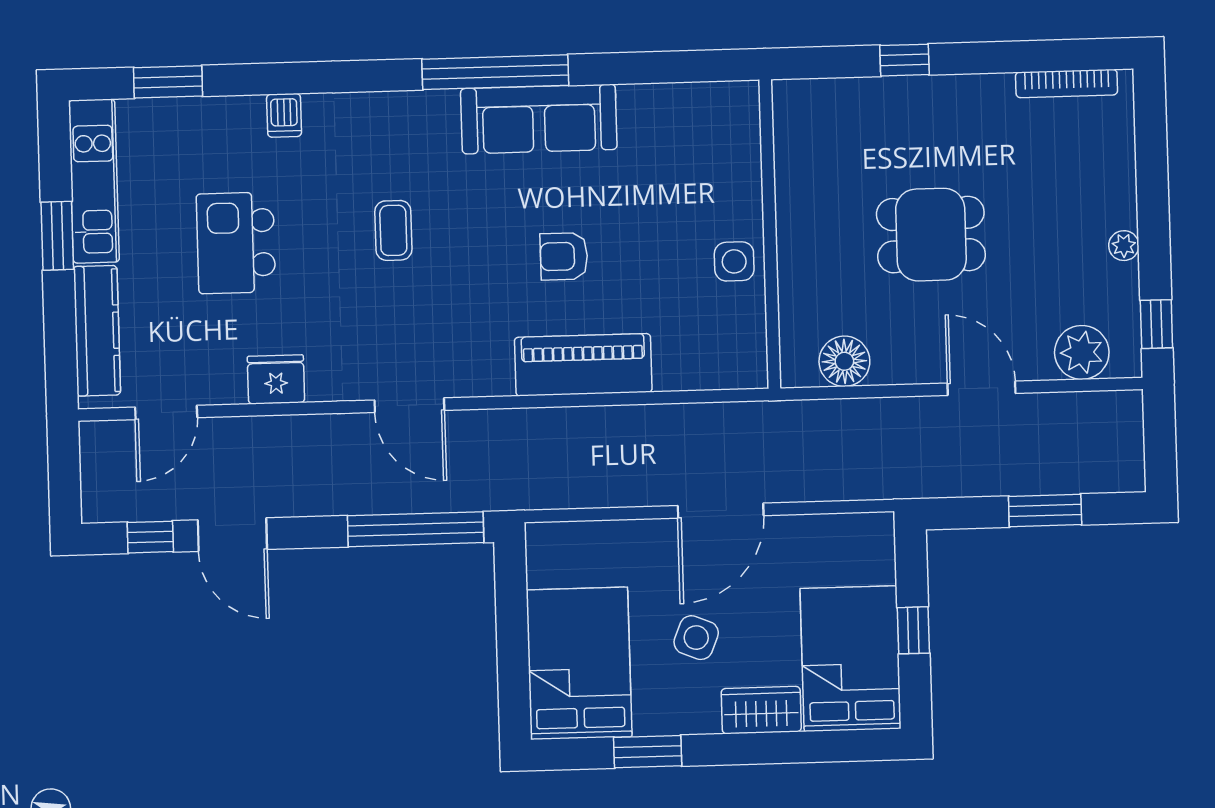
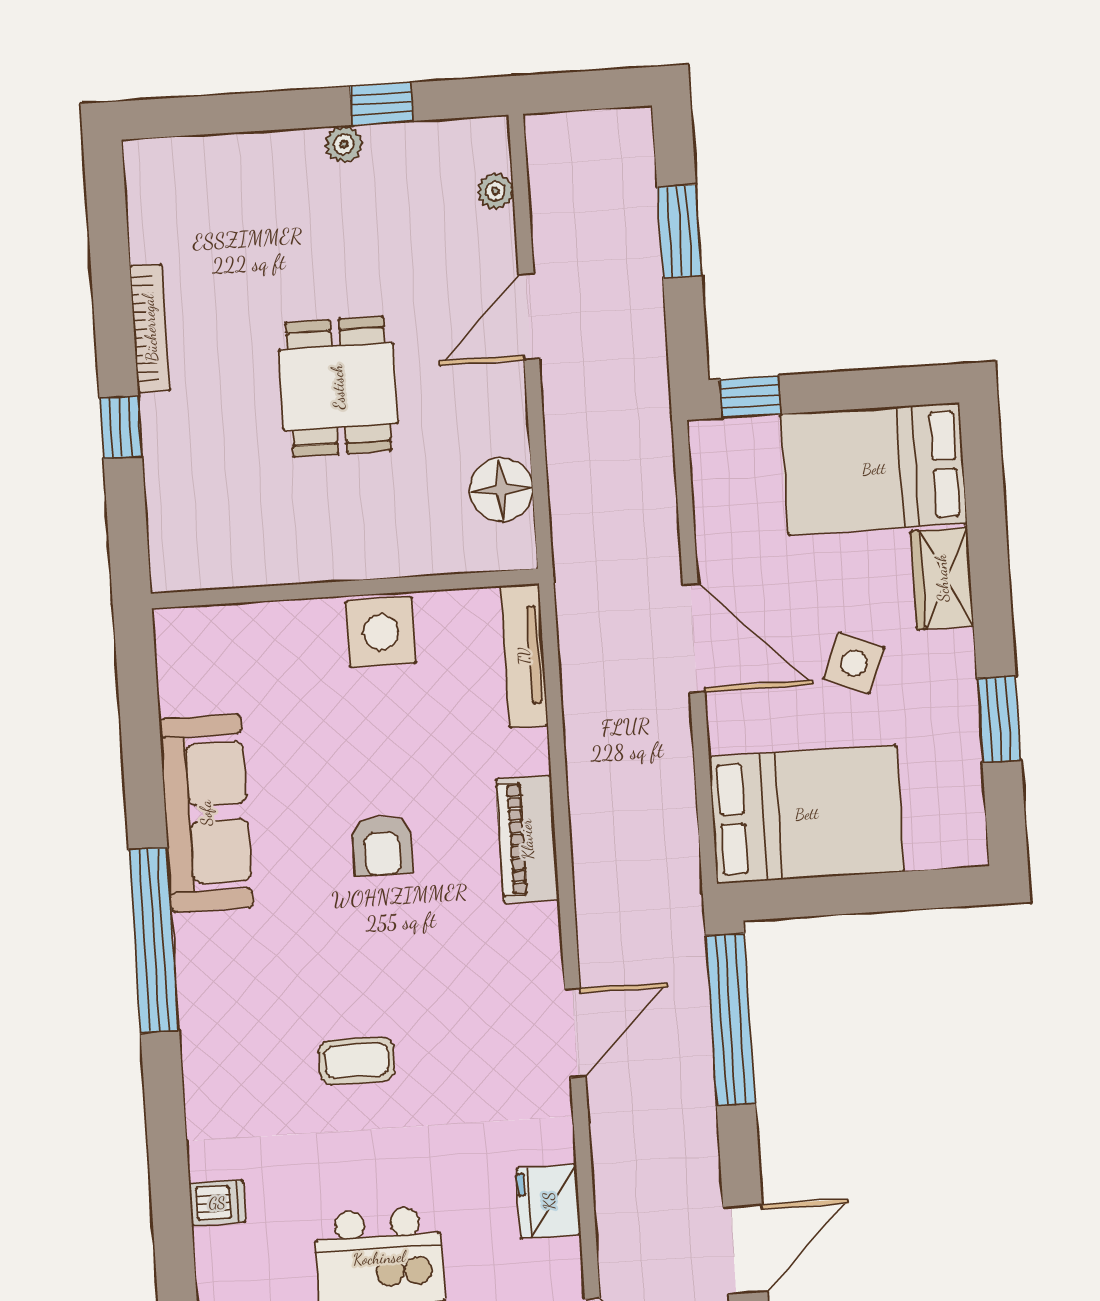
bookcase: (1067, 83) -> (150, 328), moved
sofa: (539, 119) -> (206, 813), moved
side table: (734, 261) -> (381, 632), width x1.37, depth x1.37
window: (1156, 324) -> (382, 104), moved
plant: (1082, 352) -> (495, 191), width x0.53, depth x0.53
piano: (583, 365) -> (527, 839), width x0.73, depth x0.75
tv unit: (711, 375) -> (524, 656), added
window: (913, 630) -> (750, 397), moved
bed: (579, 663) -> (807, 814), moved, turned 180

